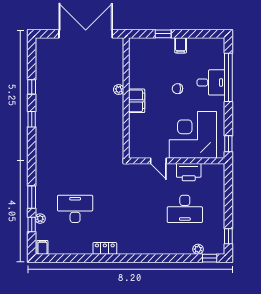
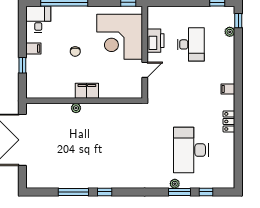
desk: (211, 82) -> (38, 19), moved
window: (32, 87) -> (73, 192), width x2.17
desk: (75, 209) -> (191, 150), width x1.36, depth x1.30
plant: (40, 219) -> (175, 184), moved
filing cabinet: (42, 247) -> (228, 89), moved

